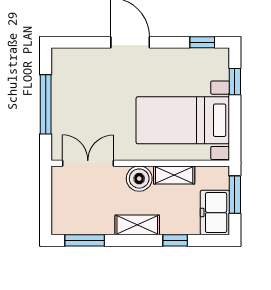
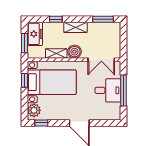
plant: (217, 66) -> (34, 110), added
window: (235, 82) -> (24, 80), moved
desk: (75, 105) -> (108, 90), added

